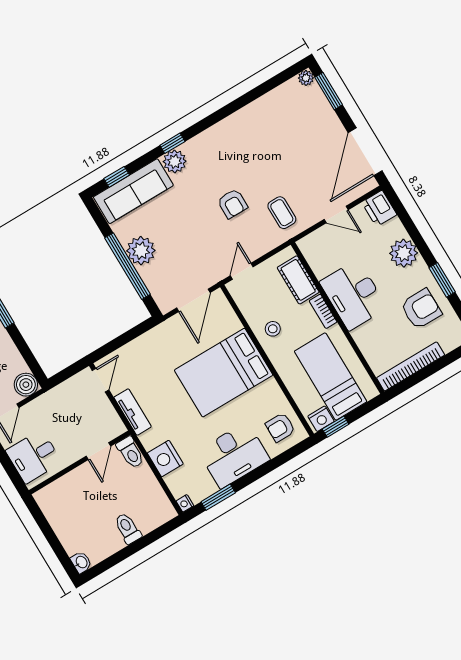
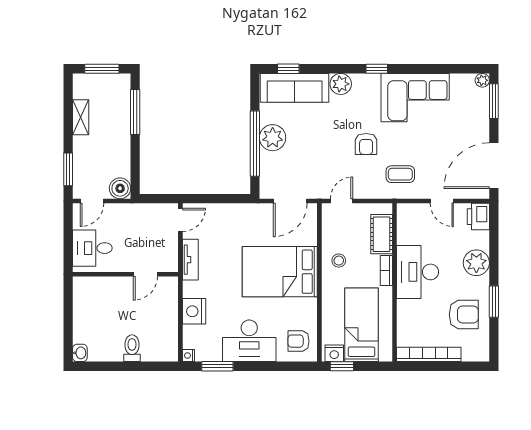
corner sofa: (252, 132) -> (415, 98), added
window: (172, 143) -> (377, 69), moved
coffee table: (282, 213) -> (400, 174), turned 90
toilet: (130, 452) -> (170, 290), removed

